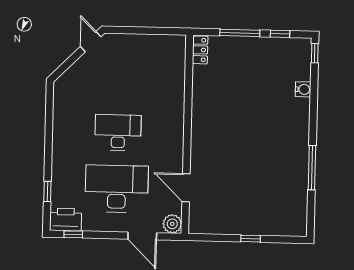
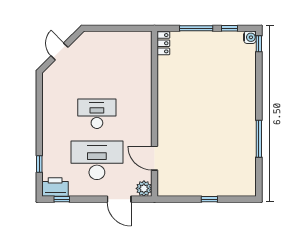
door: (91, 42) -> (59, 52), moved
water cooler: (303, 89) -> (250, 37), moved

